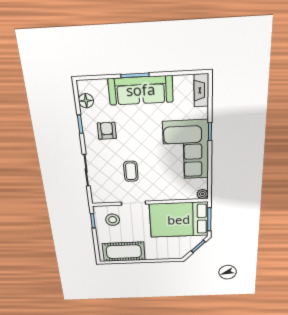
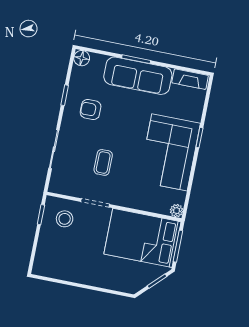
fireplace: (201, 90) -> (190, 79), moved, turned -90
floor lamp: (86, 101) -> (82, 58), moved
armchair: (107, 131) -> (91, 110), turned -90
cot: (124, 252) -> (65, 267), removed

